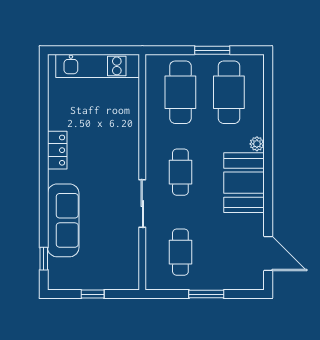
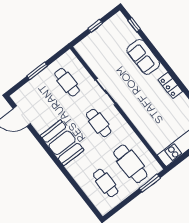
window: (212, 50) -> (150, 183), moved
cafe table: (229, 92) -> (106, 183), width x0.73, depth x0.74
plant: (257, 144) -> (71, 168), removed
sofa: (63, 220) -> (143, 57), width x0.73

